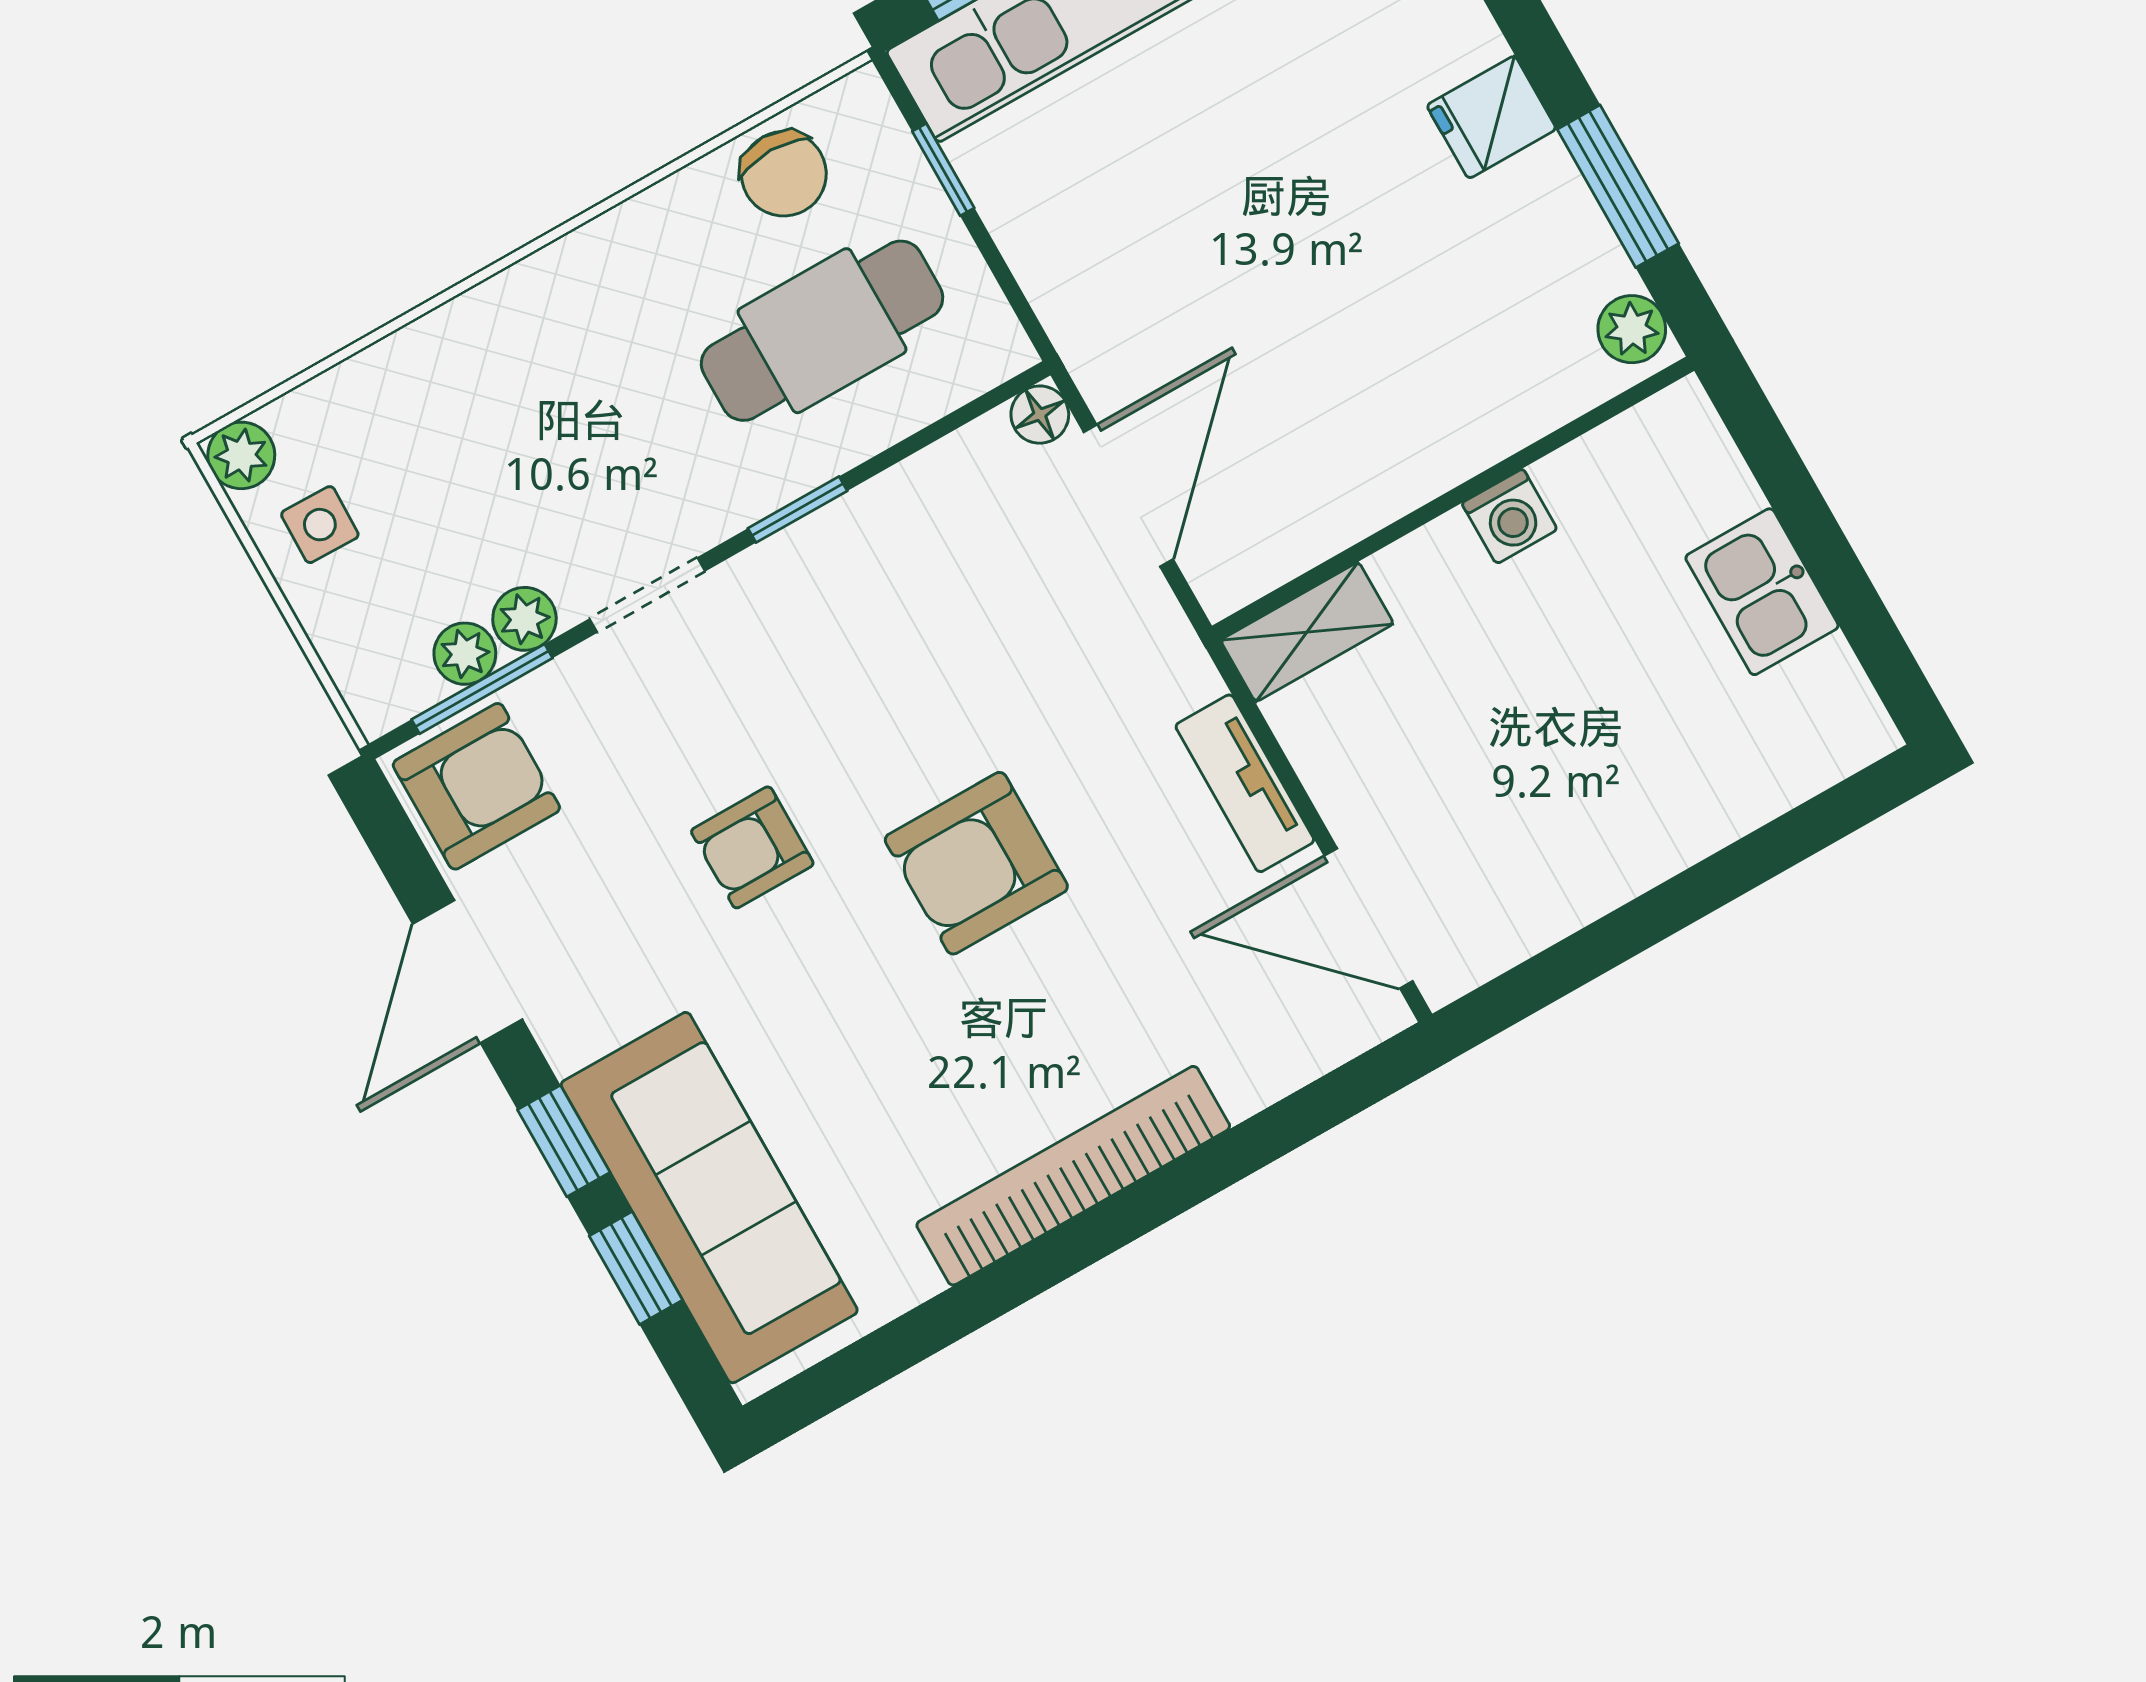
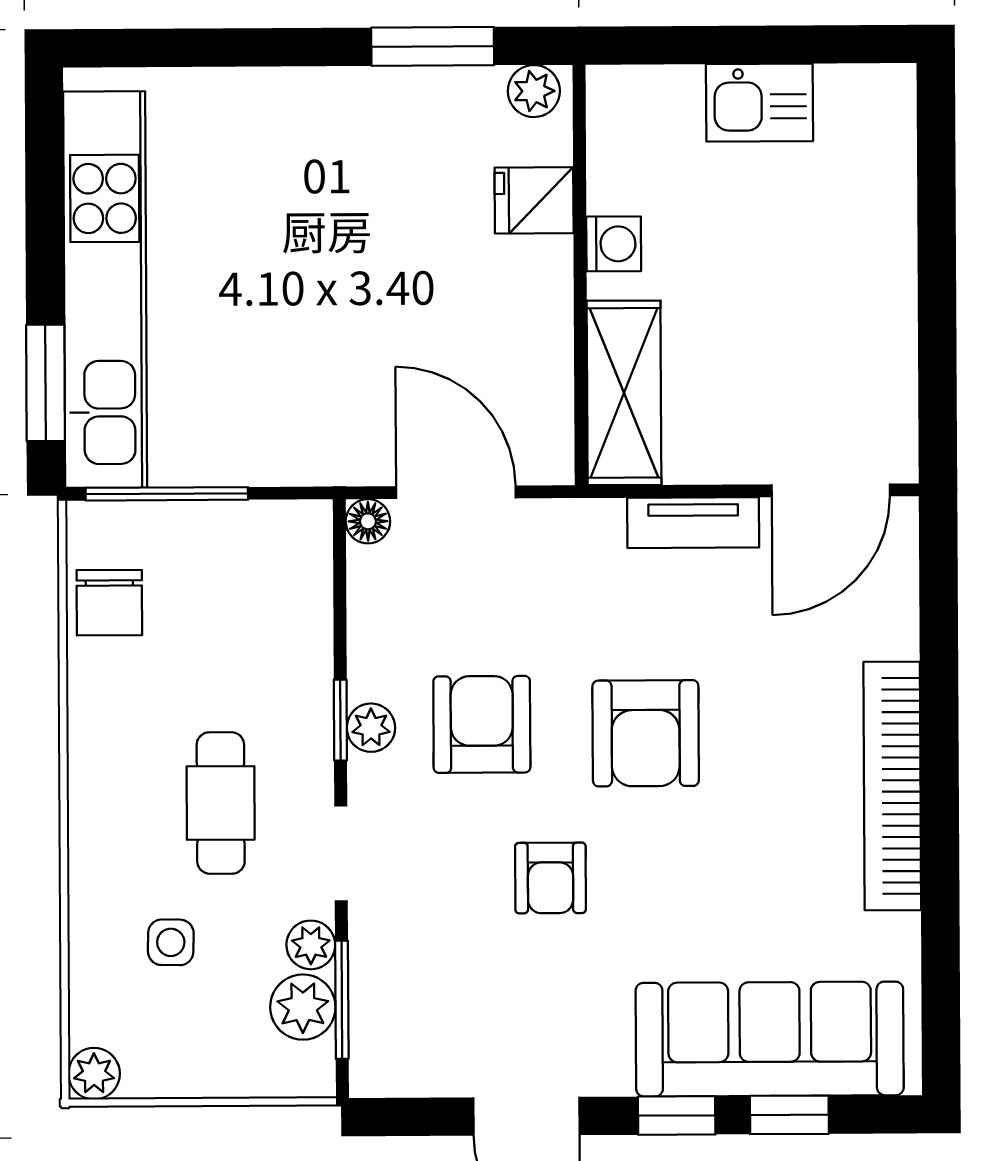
fridge: (1491, 117) -> (534, 200), moved, turned 90
window: (943, 170) -> (167, 494), width x2.17
chair: (784, 174) -> (109, 603), turned 90
cafe table: (822, 331) -> (221, 803), moved, width x0.73, depth x0.74
side table: (320, 525) -> (171, 942), moved
plant: (808, 549) -> (371, 728), added
shelving: (1307, 632) -> (624, 393), width x1.50, depth x1.33
plant: (465, 654) -> (303, 1007), width x1.38, depth x1.38
armchair: (476, 786) -> (482, 724), moved

